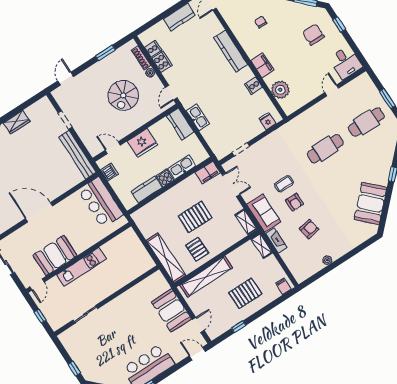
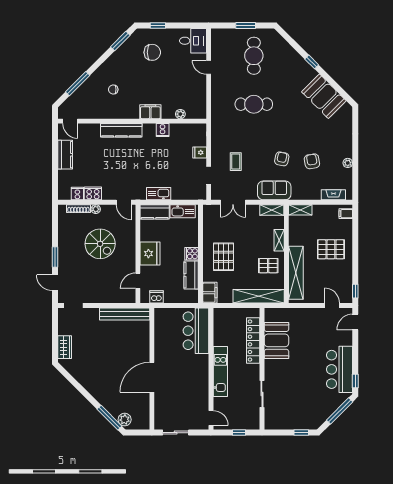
chair: (313, 34) -> (152, 52), turned 180
window: (105, 53) -> (55, 257), moved
plant: (280, 90) -> (180, 114), width x0.53, depth x0.53
doorway: (65, 120) -> (73, 306), moved
fridge: (267, 121) -> (200, 152), moved
cafe table: (325, 149) -> (254, 104), turned 90
kitchen sink: (182, 167) -> (183, 211), moved, turned -90
filing cabinet: (208, 172) -> (210, 293), moved
coffee table: (284, 184) -> (236, 162), moved
double door: (231, 185) -> (233, 202), swing flipped
bar counter: (101, 202) -> (196, 331), moved, turned 90
armchair: (295, 202) -> (282, 159), turned -78
pallet: (195, 217) -> (223, 257), moved
fireplace: (276, 240) -> (333, 195), moved
shelving: (224, 245) -> (279, 240), added
booth: (55, 255) -> (196, 387), removed
locker: (126, 278) -> (253, 341), added
pallet: (245, 293) -> (331, 249), turned 90
booth: (171, 310) -> (276, 340), moved, turned 90
window: (239, 327) -> (355, 291), moved

